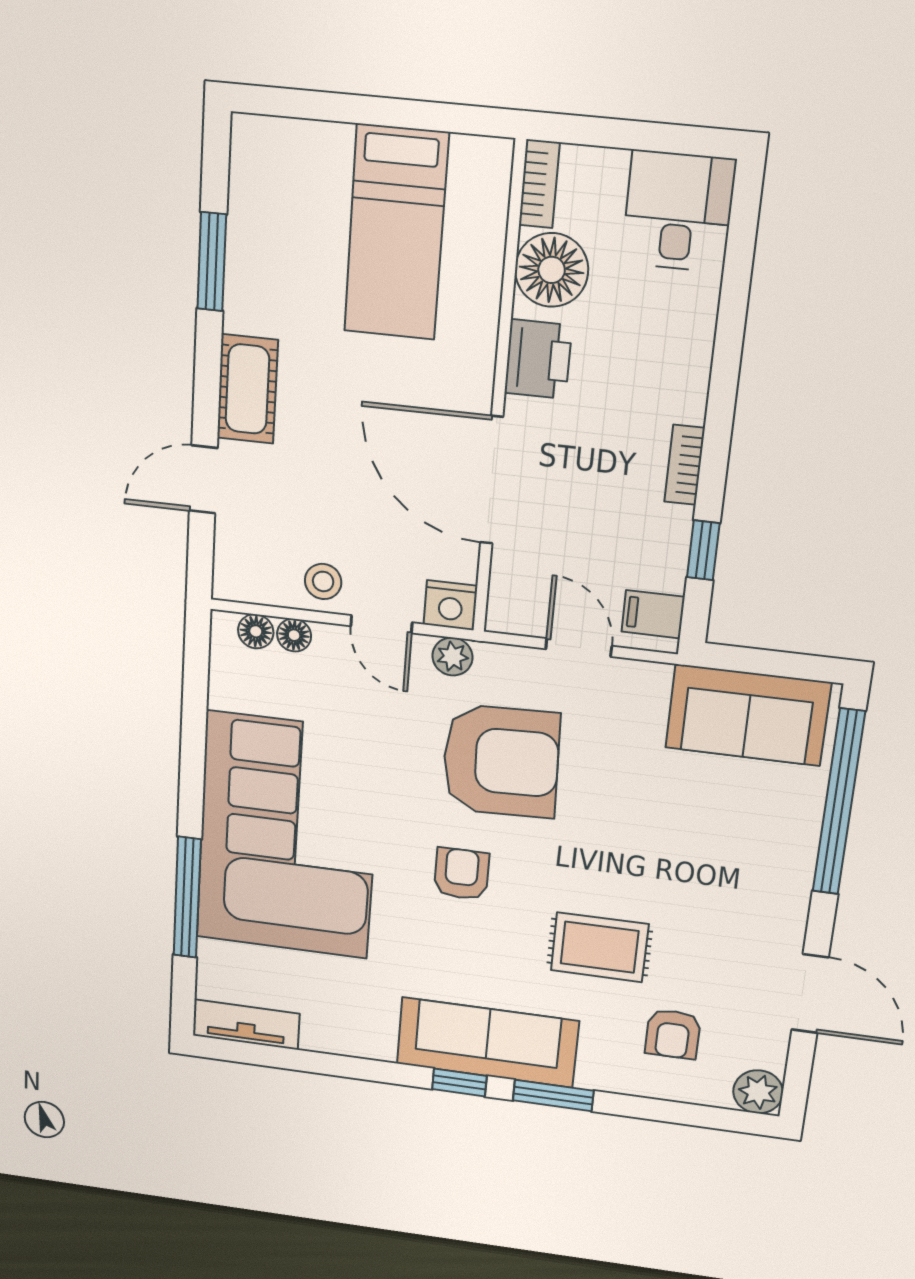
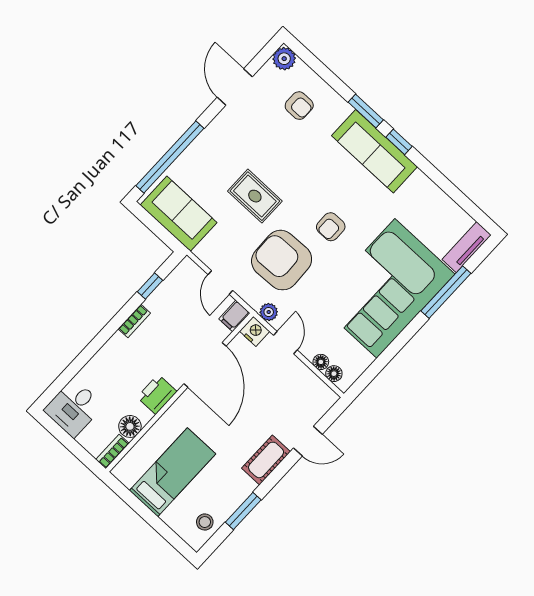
floor lamp: (552, 270) -> (130, 426), width x0.73, depth x0.73
stool: (323, 581) -> (205, 522), moved
filing cabinet: (653, 614) -> (234, 316), moved, turned 90
rug: (600, 947) -> (255, 196), moved
tv unit: (246, 1025) -> (467, 247), moved, turned 90
armchair: (673, 1034) -> (299, 106), turned 90

